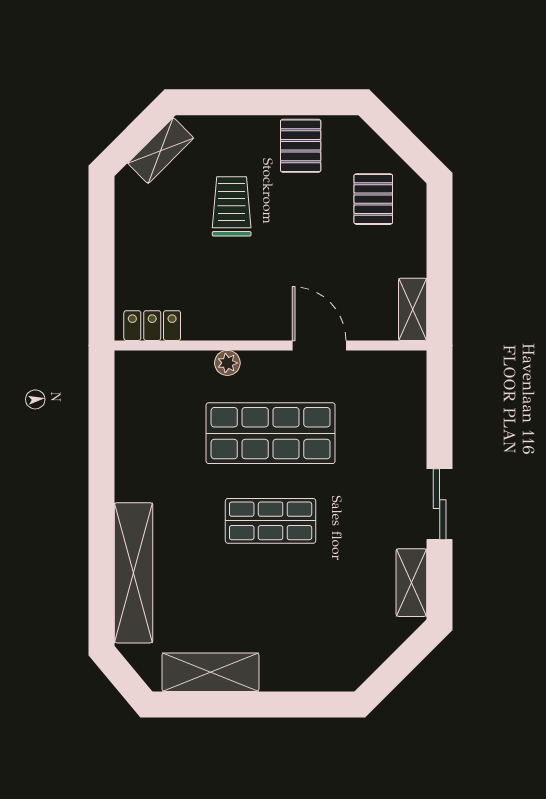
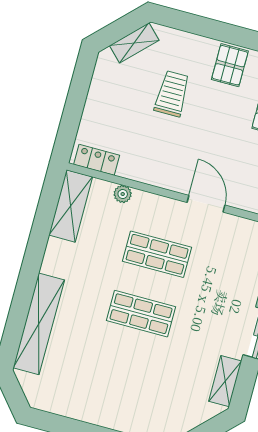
plant: (227, 363) -> (123, 194), moved
shop shelf: (271, 433) -> (157, 254), width x0.70, depth x0.74
shelving: (210, 672) -> (71, 206), moved, turned 90

